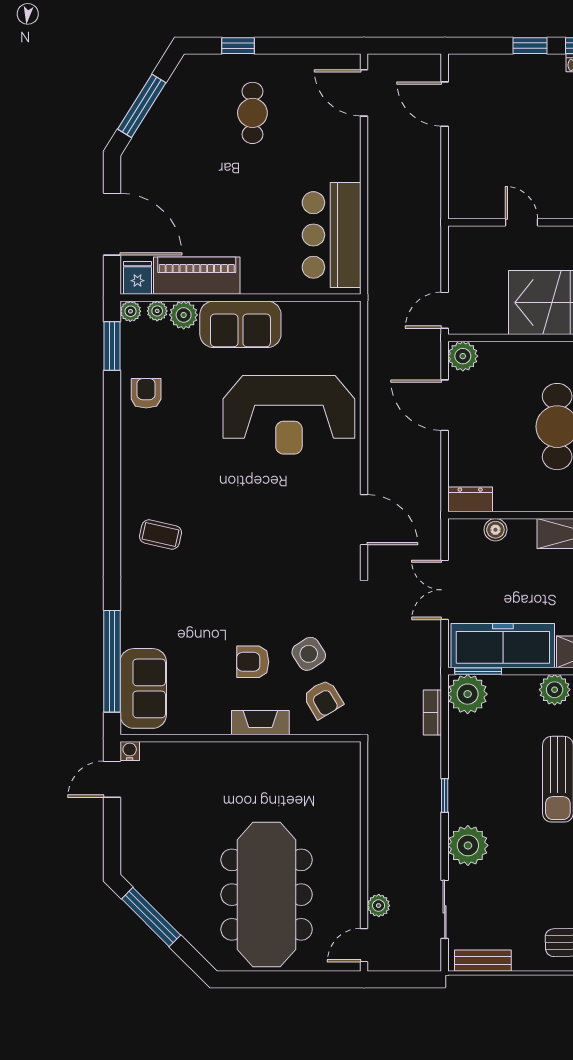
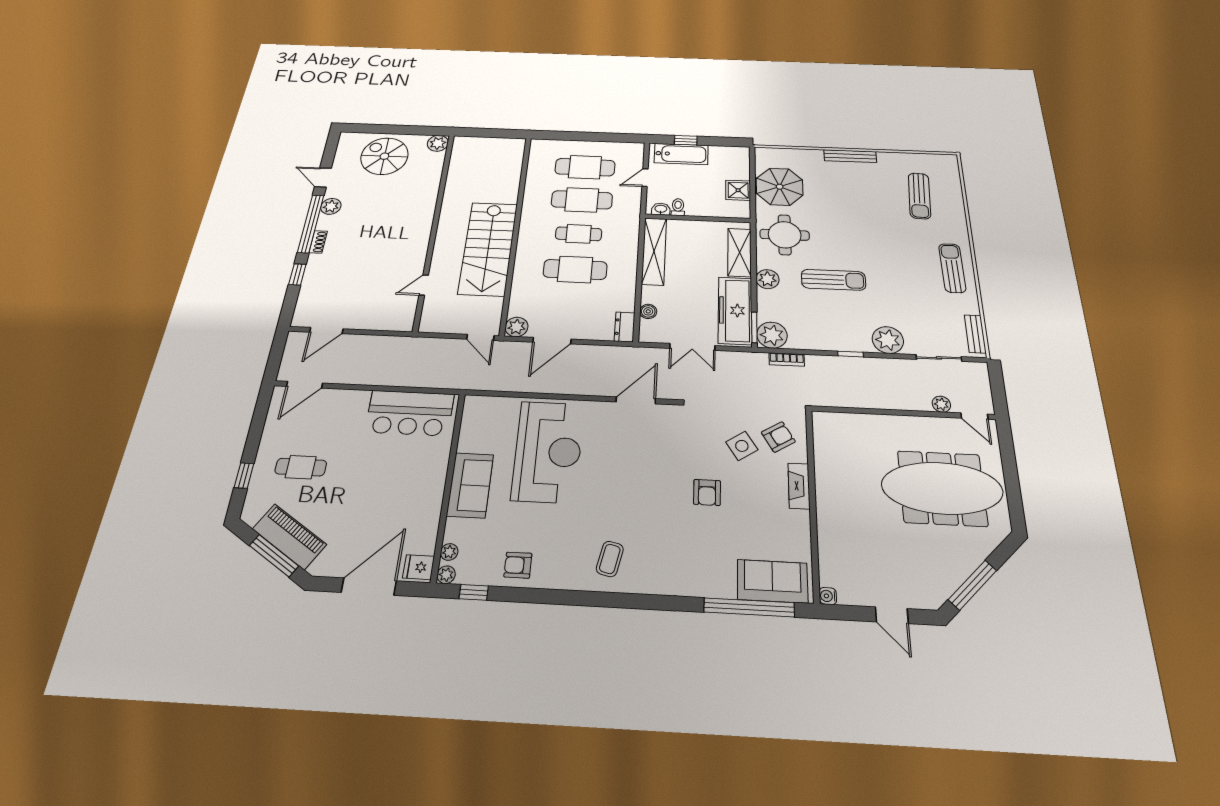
piano: (197, 276) -> (289, 537), moved, turned 122
plant: (184, 315) -> (456, 530), removed
window: (112, 346) -> (474, 592), width x0.67
coffee table: (161, 535) -> (610, 559), moved
armchair: (253, 662) -> (707, 492), moved
door: (112, 779) -> (892, 615), moved

